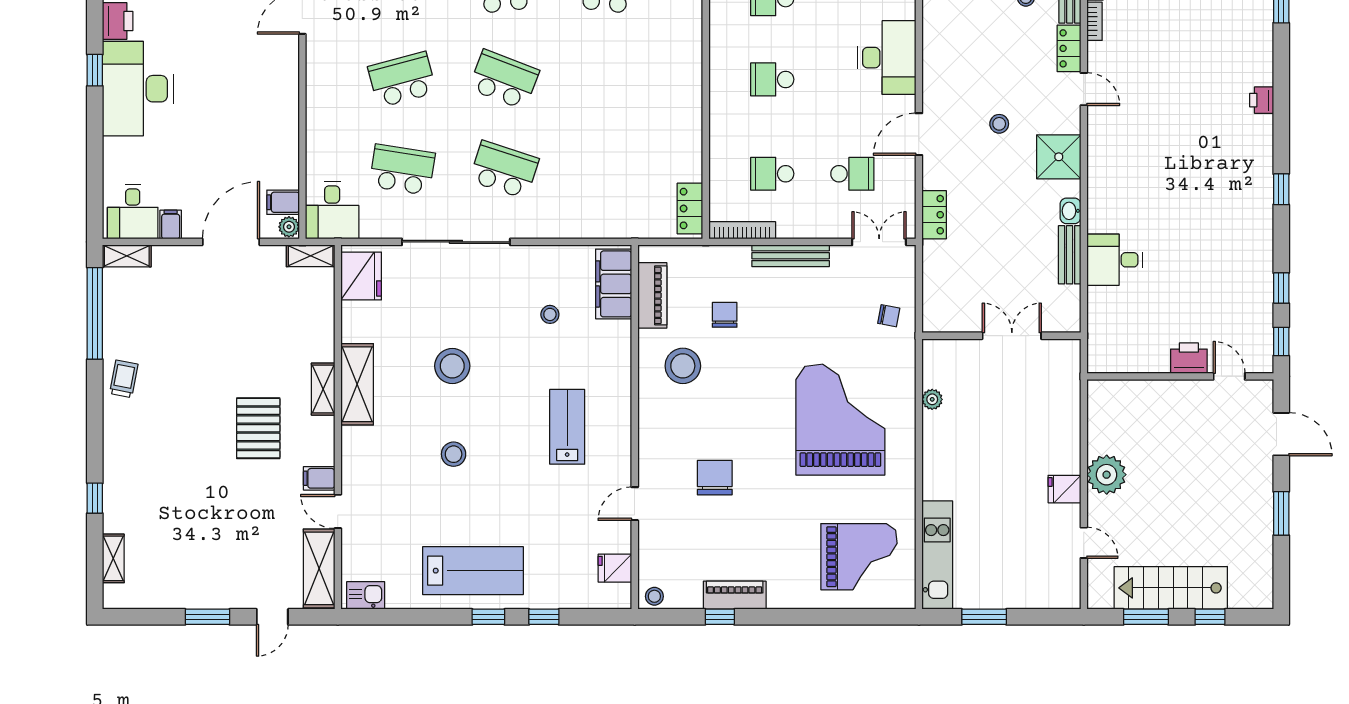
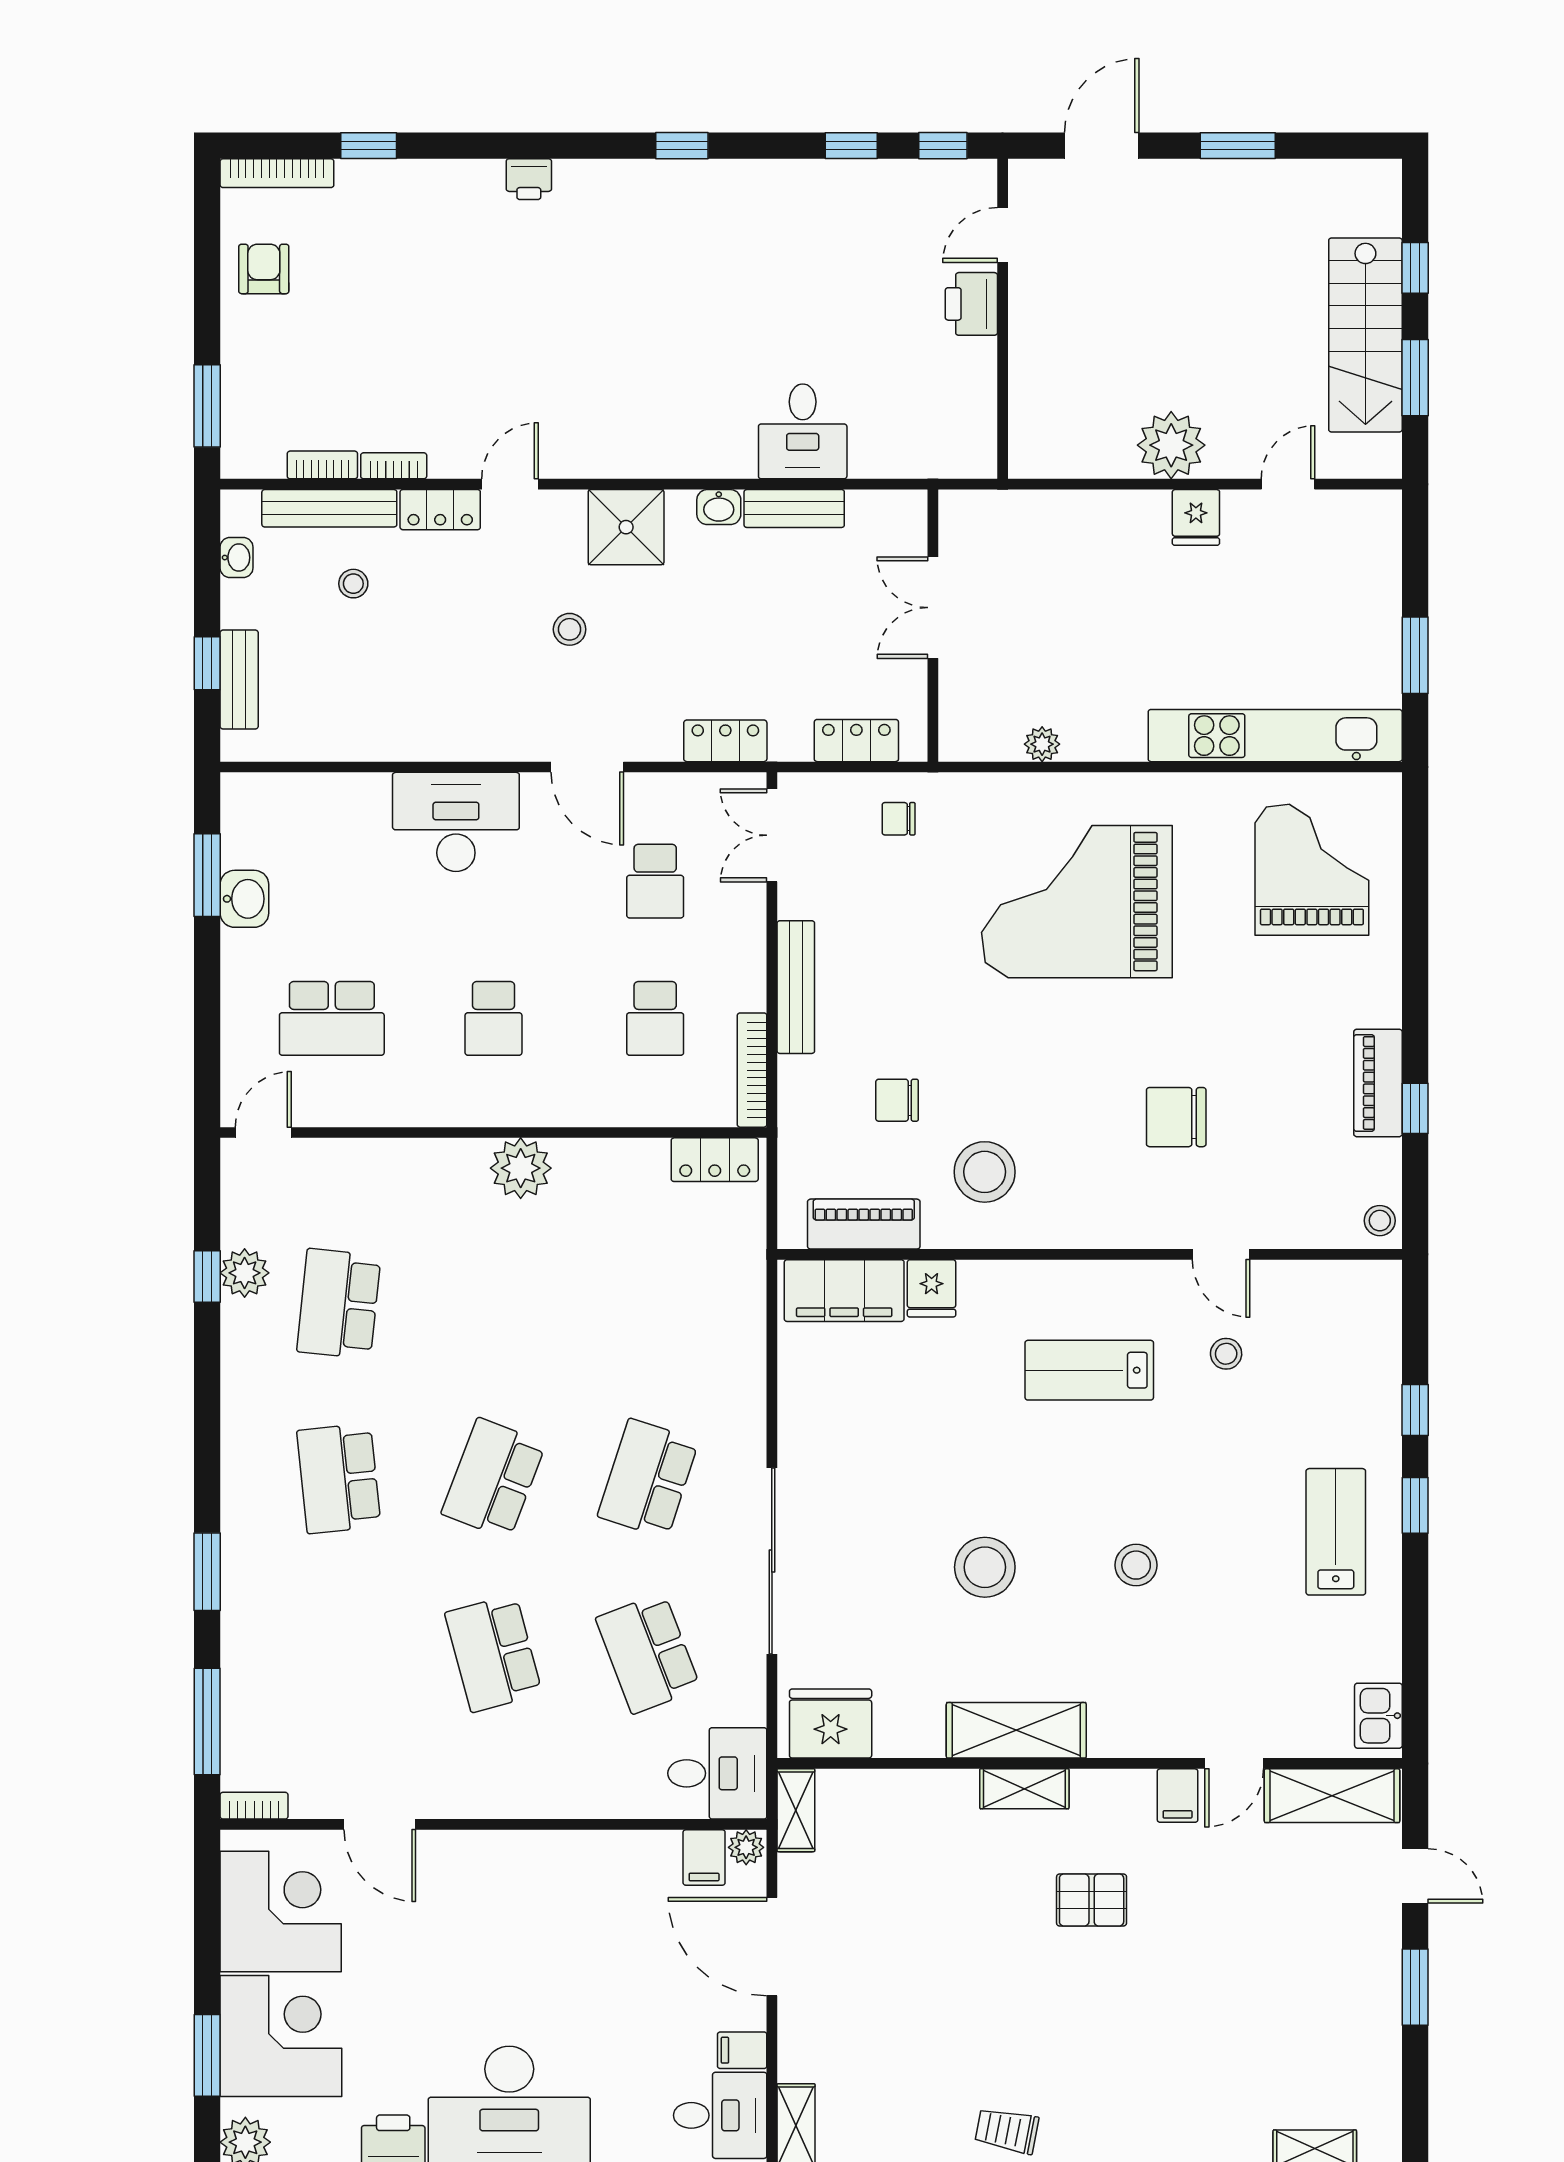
plant: (685, 95) -> (521, 1168), added
school desk: (402, 170) -> (648, 1653), turned -30
school desk: (852, 174) -> (655, 881), turned 180
locker: (934, 291) -> (856, 741), added
stool: (550, 314) -> (1226, 1354), moved
chair: (889, 316) -> (899, 819), turned -101
pallet: (258, 428) -> (1092, 1900), width x0.67, depth x0.71
kitchen unit: (937, 555) -> (1275, 736), width x1.36
fridge: (615, 568) -> (932, 1288), moved
lab bench: (473, 571) -> (1336, 1532), width x0.73, depth x0.72

